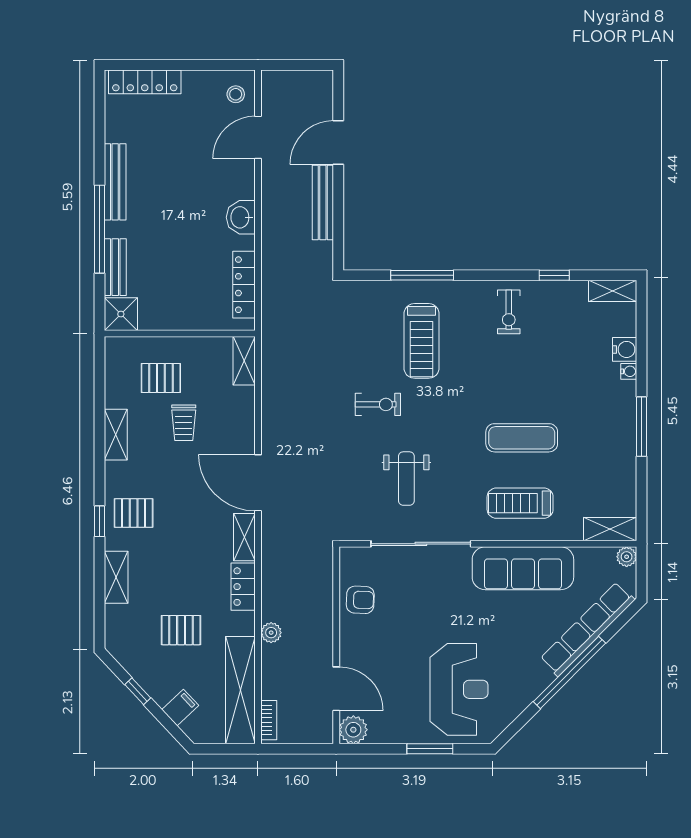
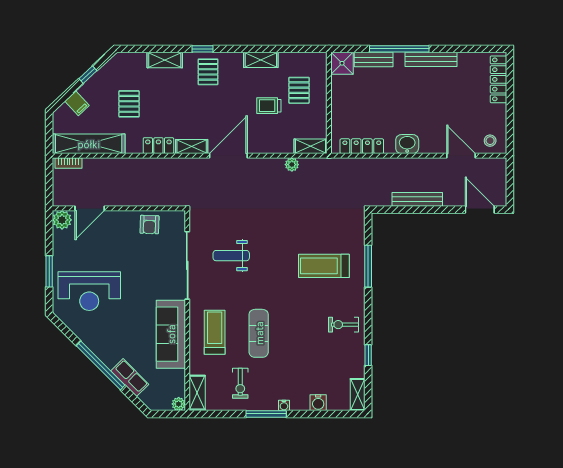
door: (338, 143) -> (480, 210), moved
water cooler: (629, 371) -> (284, 405), moved
exercise bike: (378, 404) -> (240, 383), moved
row of seats: (587, 629) -> (130, 378), width x0.50
plant: (271, 633) -> (292, 165), moved

